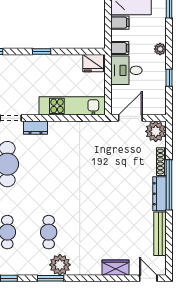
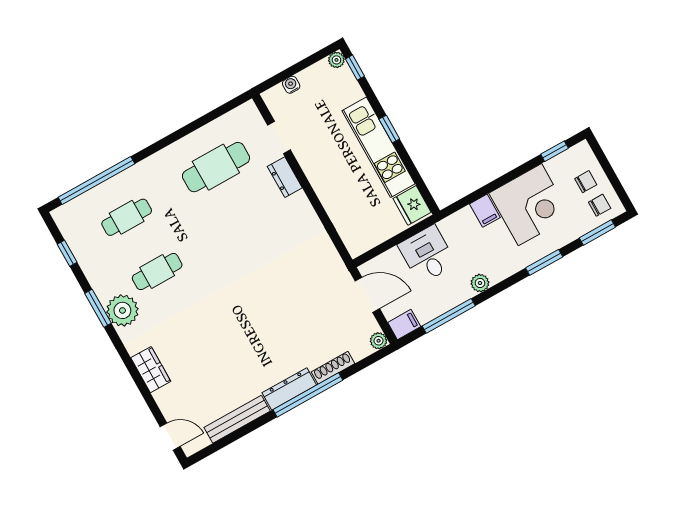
filing cabinet: (120, 48) -> (404, 324), moved, turned -90
window: (169, 78) -> (449, 316), width x2.17
kitchen unit: (72, 106) -> (379, 147), moved, turned 180
plant: (156, 131) -> (379, 341), width x0.53, depth x0.53
wardrobe: (116, 268) -> (151, 370), moved
door: (148, 278) -> (170, 437), hinge flipped

